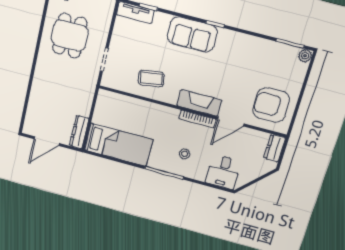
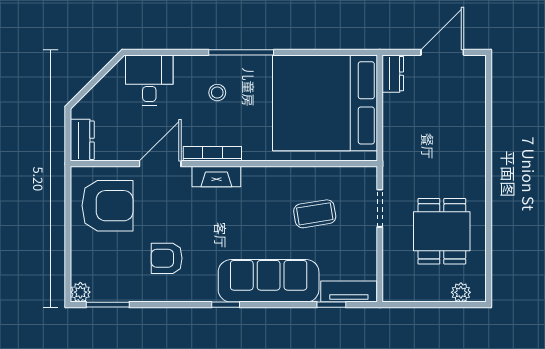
sofa: (192, 34) -> (269, 281), width x1.36
armchair: (244, 63) -> (167, 258), added
coffee table: (151, 79) -> (315, 214), moved
fireplace: (199, 103) -> (216, 177), width x0.73, depth x0.76
dresser: (79, 132) -> (393, 74), width x0.70
bed: (118, 145) -> (325, 103), width x2.04

